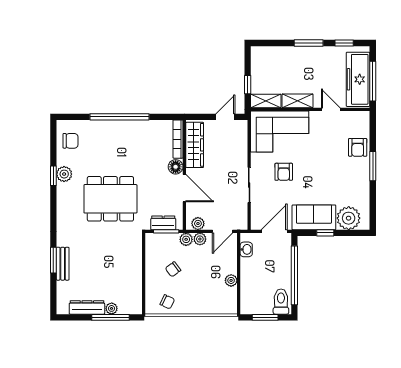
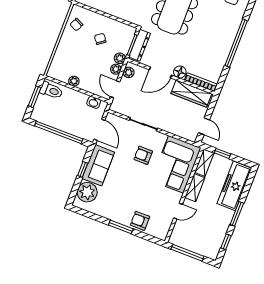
freezer: (358, 79) -> (234, 186), moved, turned -90
dresser: (163, 223) -> (140, 45), width x1.44
toilet: (281, 302) -> (51, 90), moved

